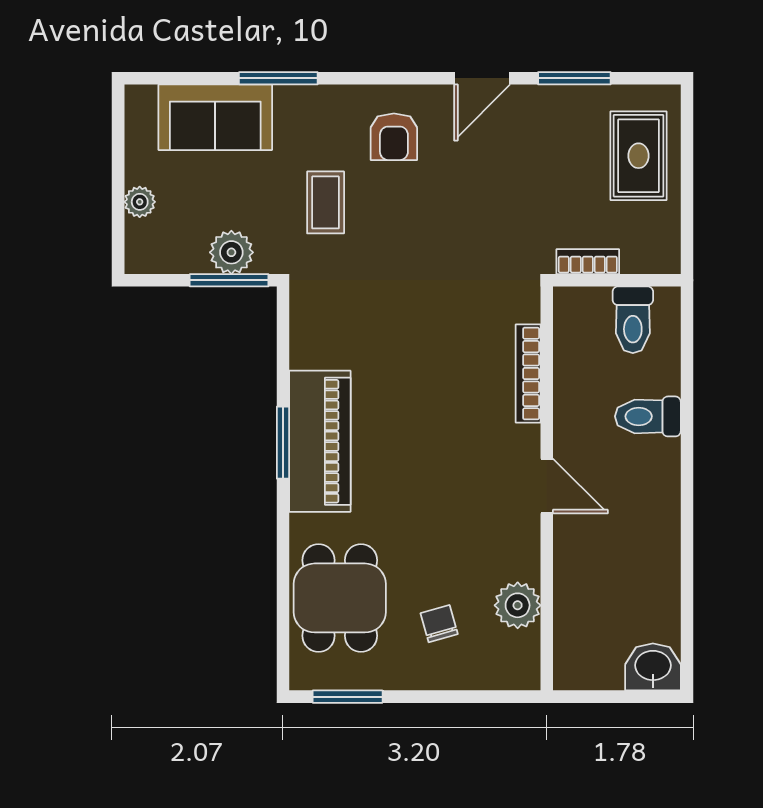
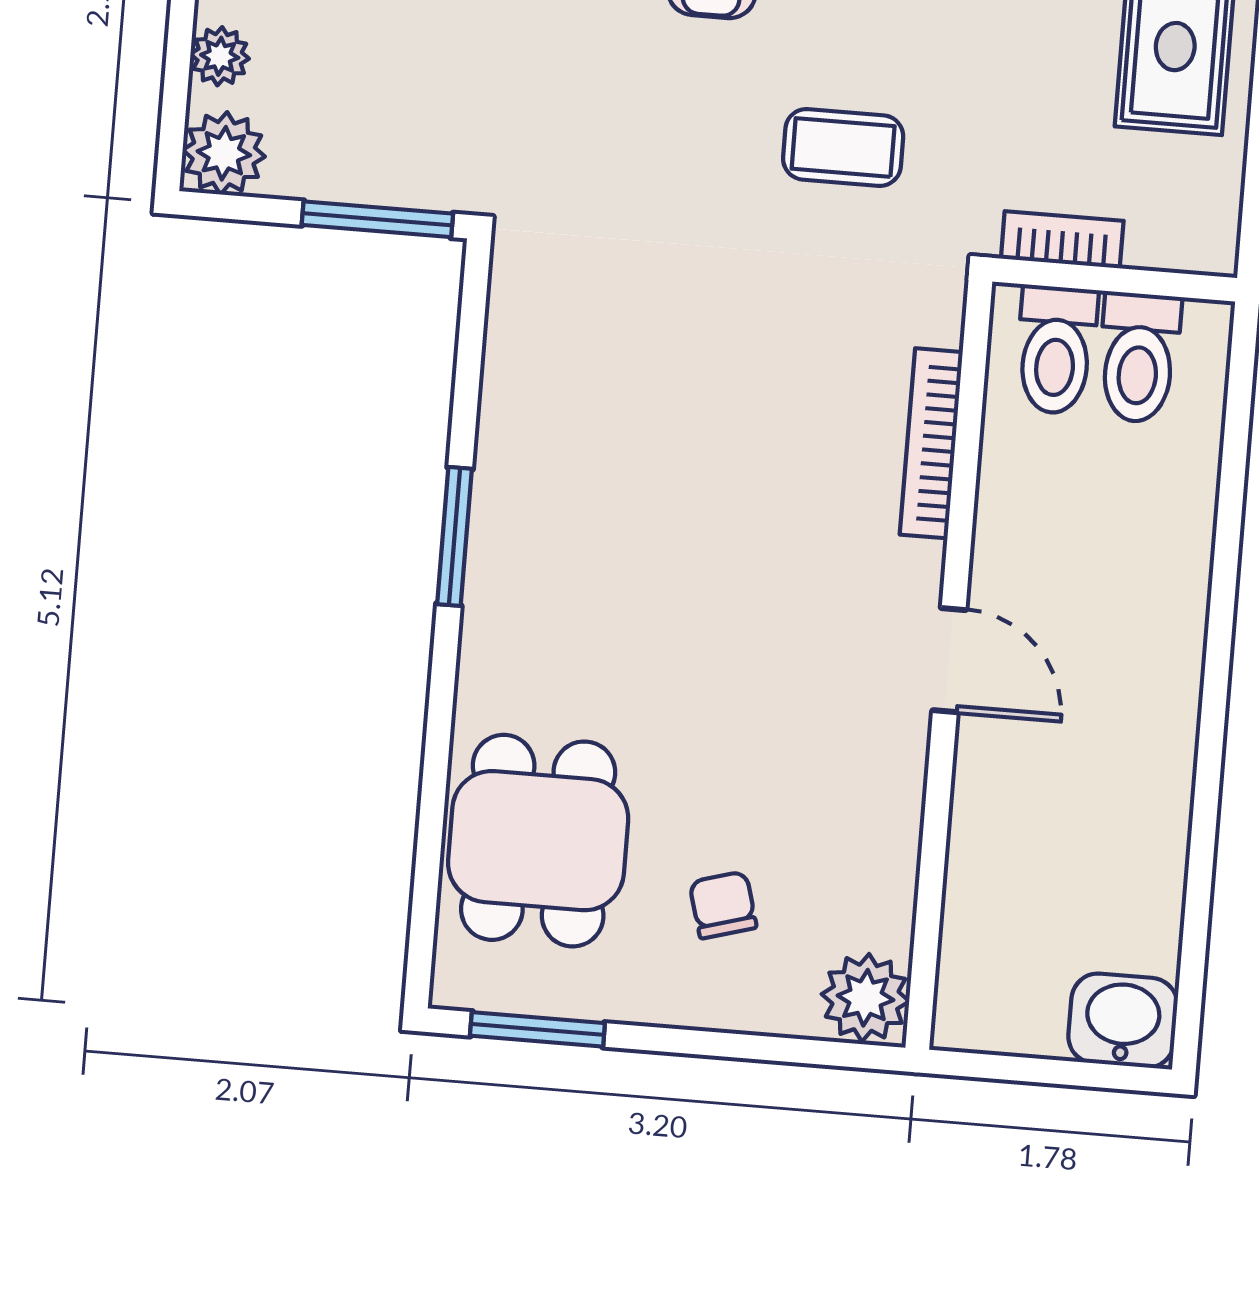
coffee table: (326, 202) -> (843, 147), moved, turned 90
plant: (231, 252) -> (224, 153), moved
toilet: (648, 416) -> (1056, 350), moved, turned -90
piano: (320, 441) -> (525, 540), removed
plant: (518, 605) -> (866, 998), moved

